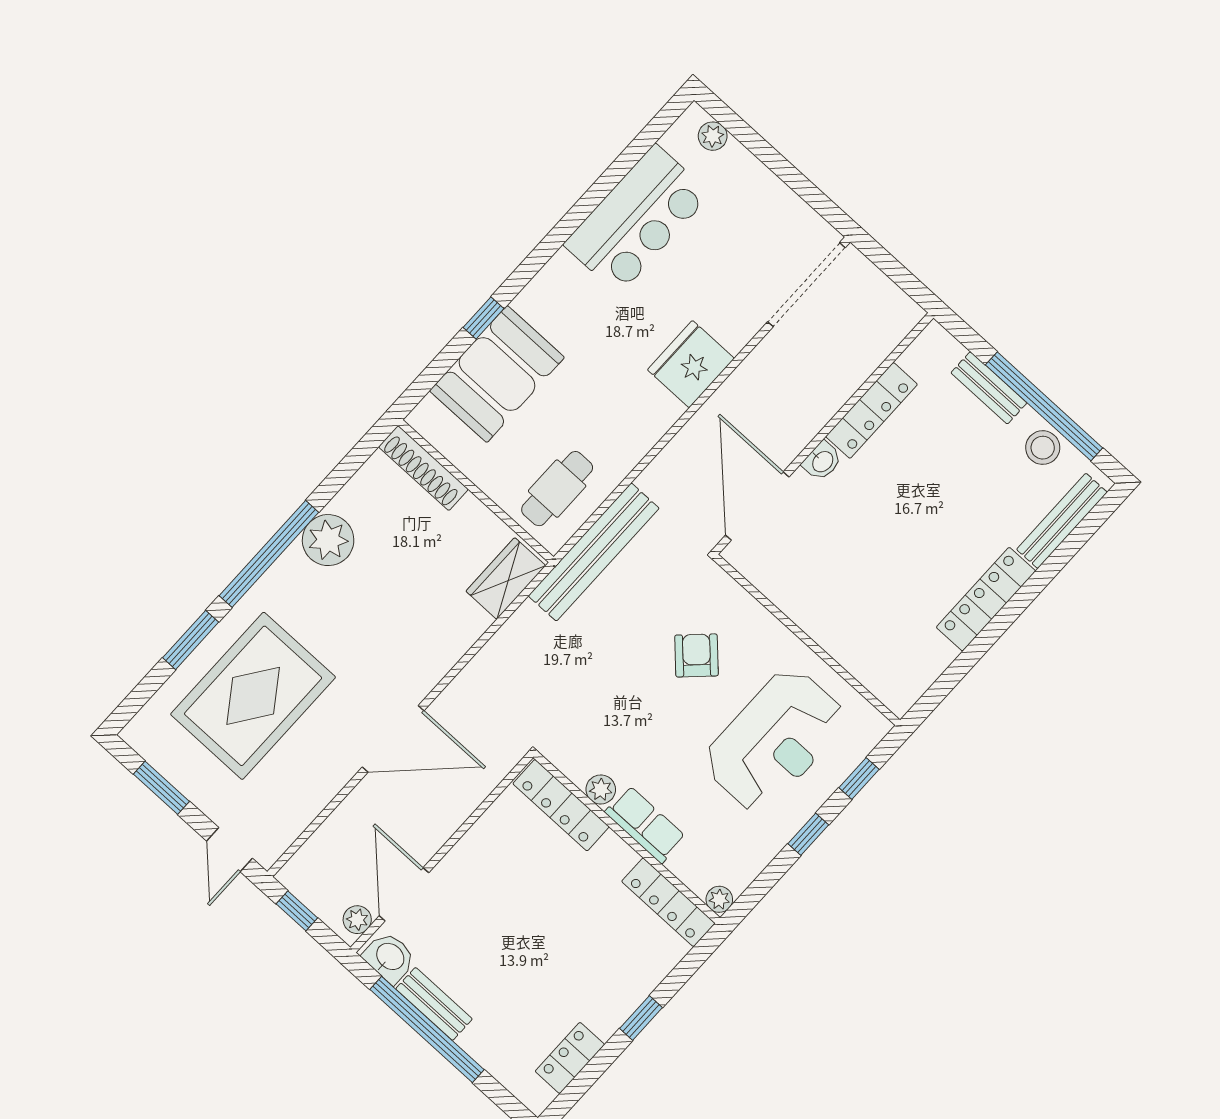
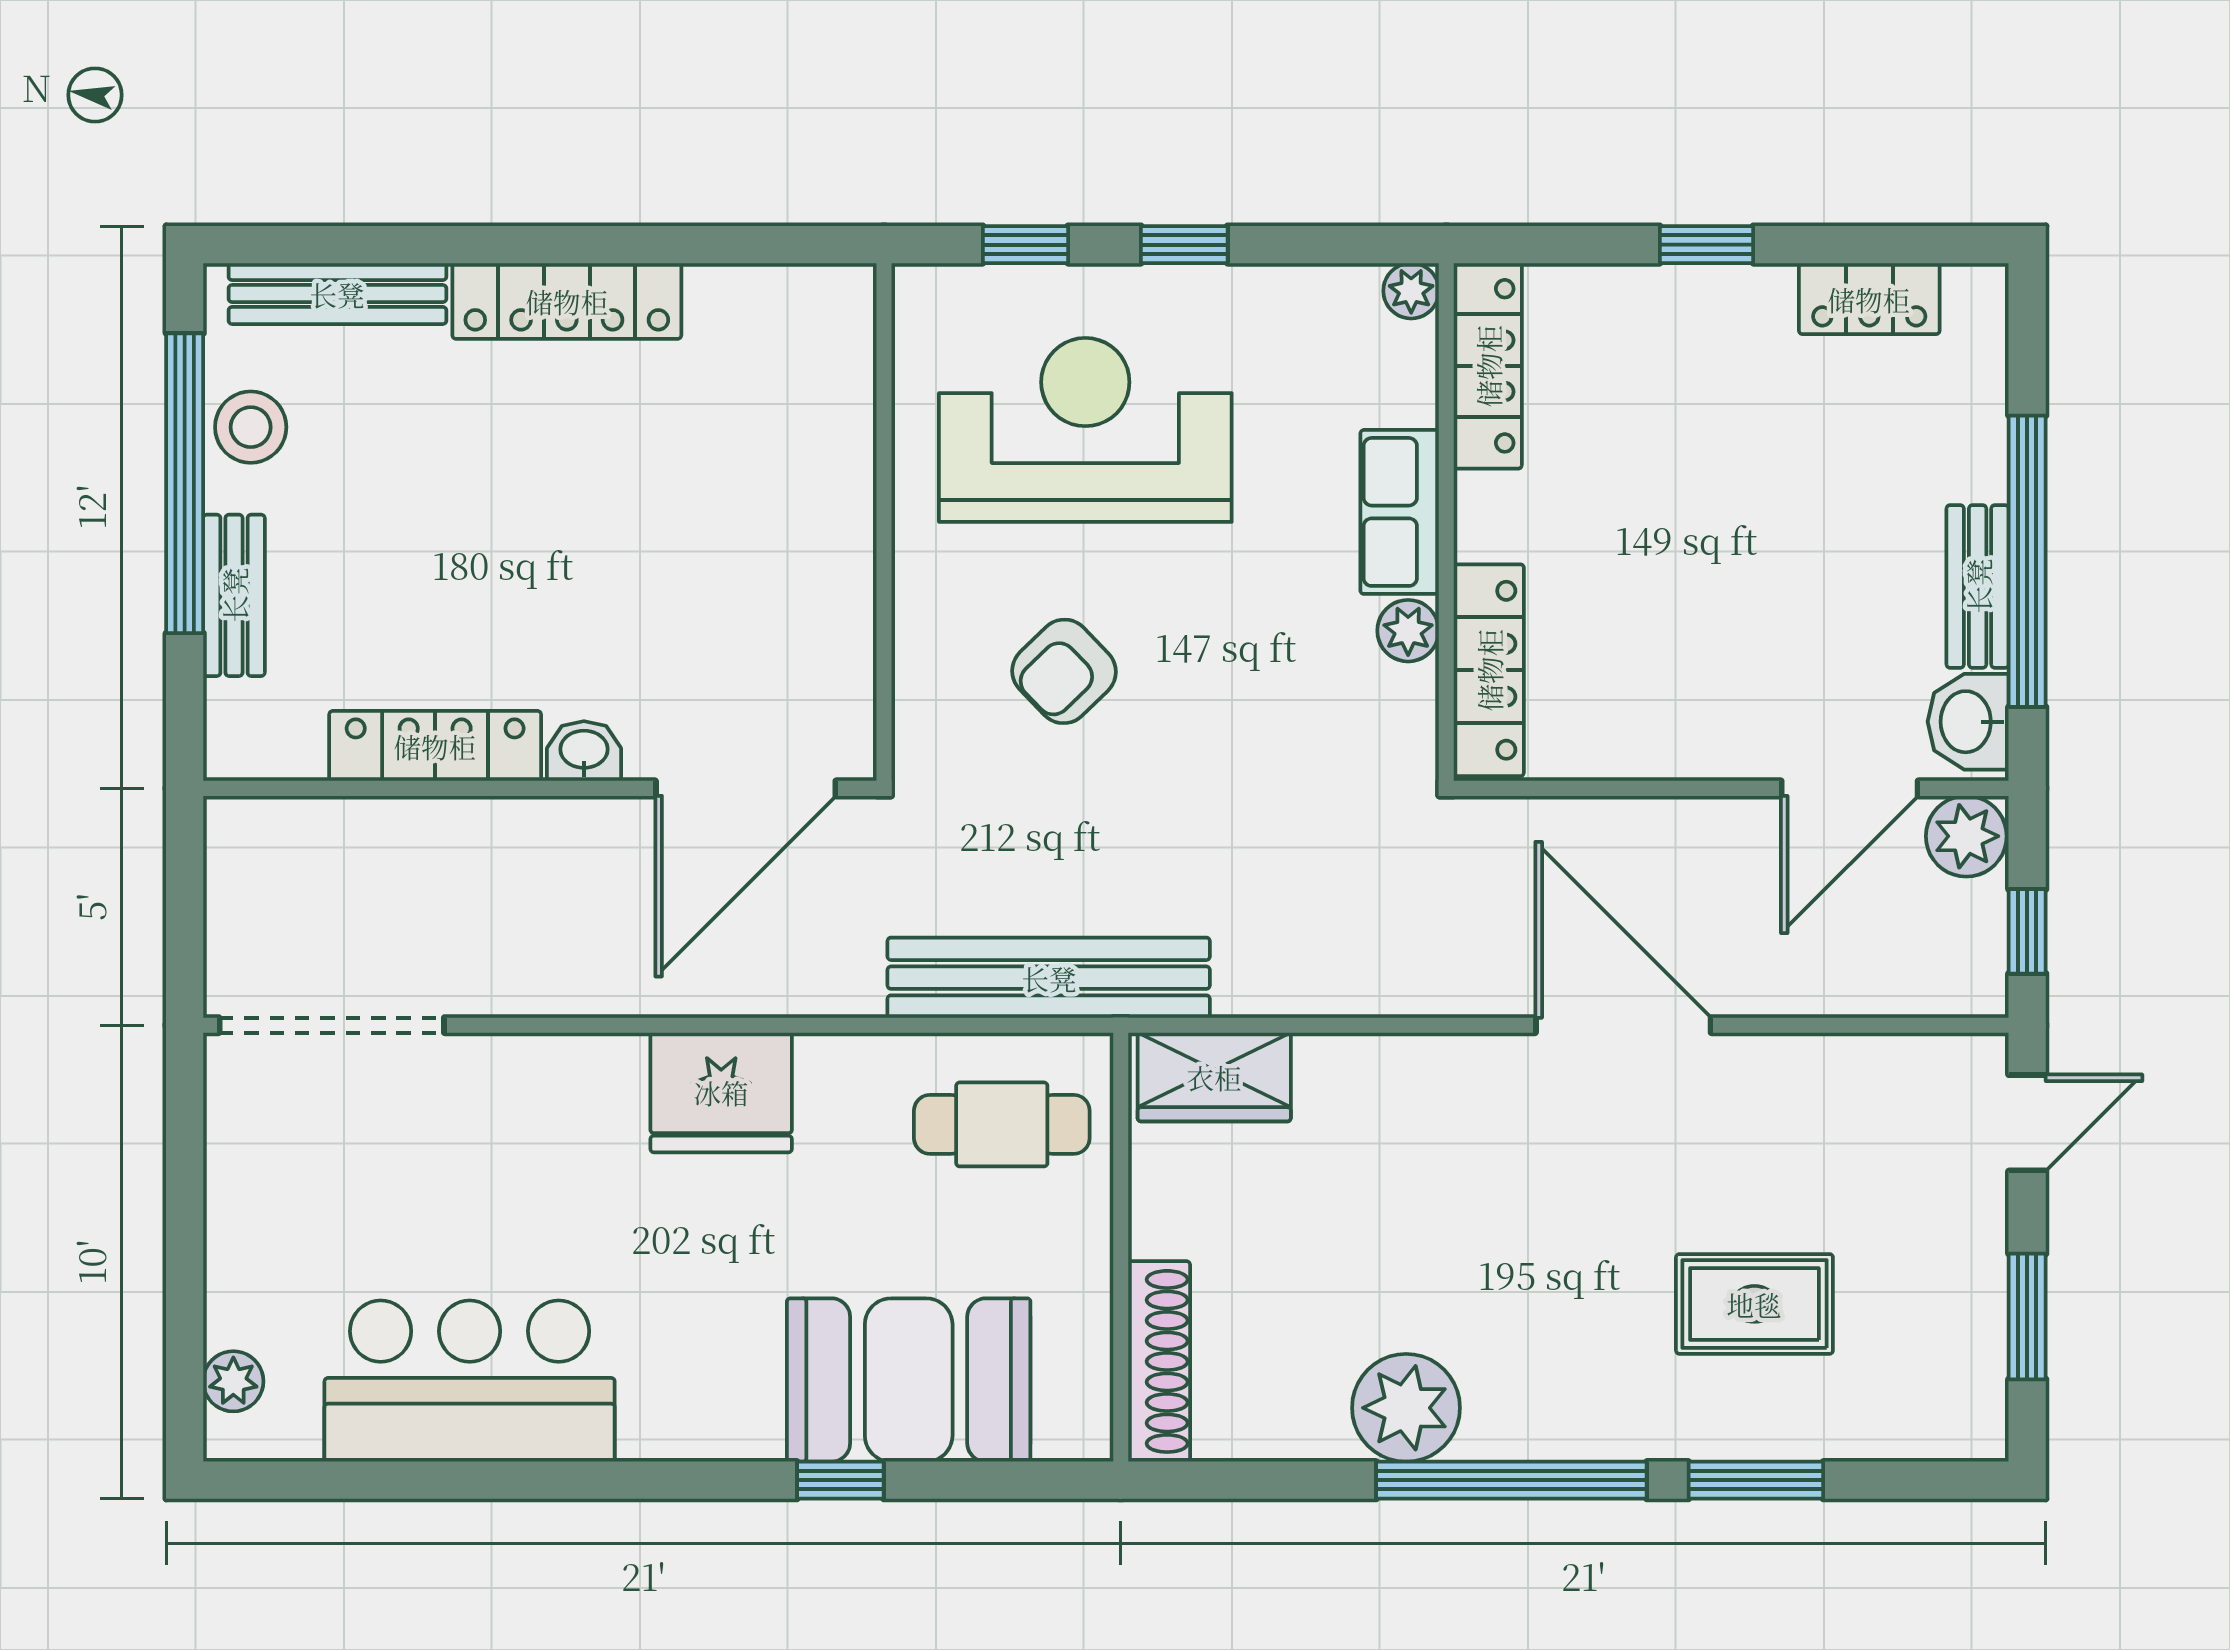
fridge: (691, 364) -> (721, 1092), moved
rug: (253, 696) -> (1754, 1304), width x0.54, depth x0.49
plant: (357, 920) -> (1966, 836), width x1.38, depth x1.38

